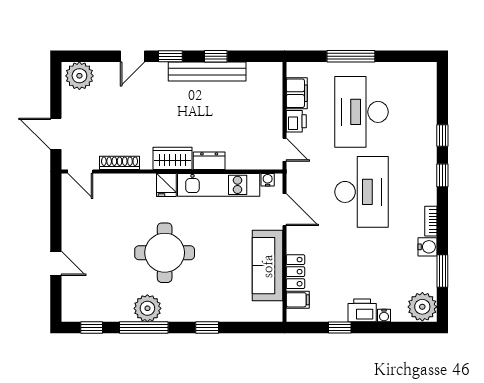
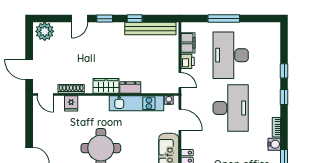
bench: (207, 71) -> (150, 29), moved
fridge: (166, 185) -> (71, 103), moved

